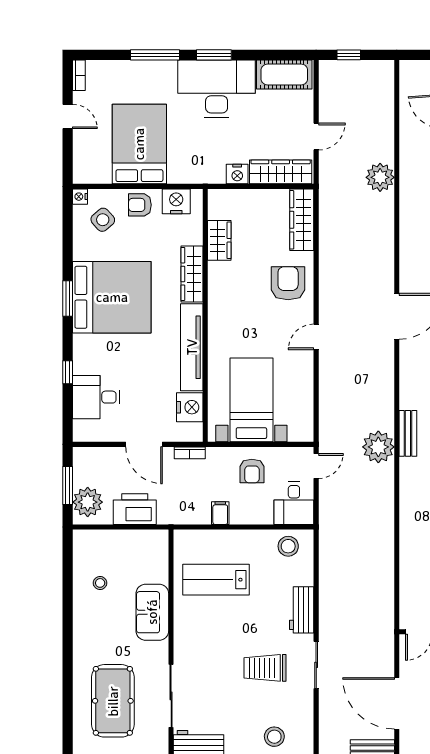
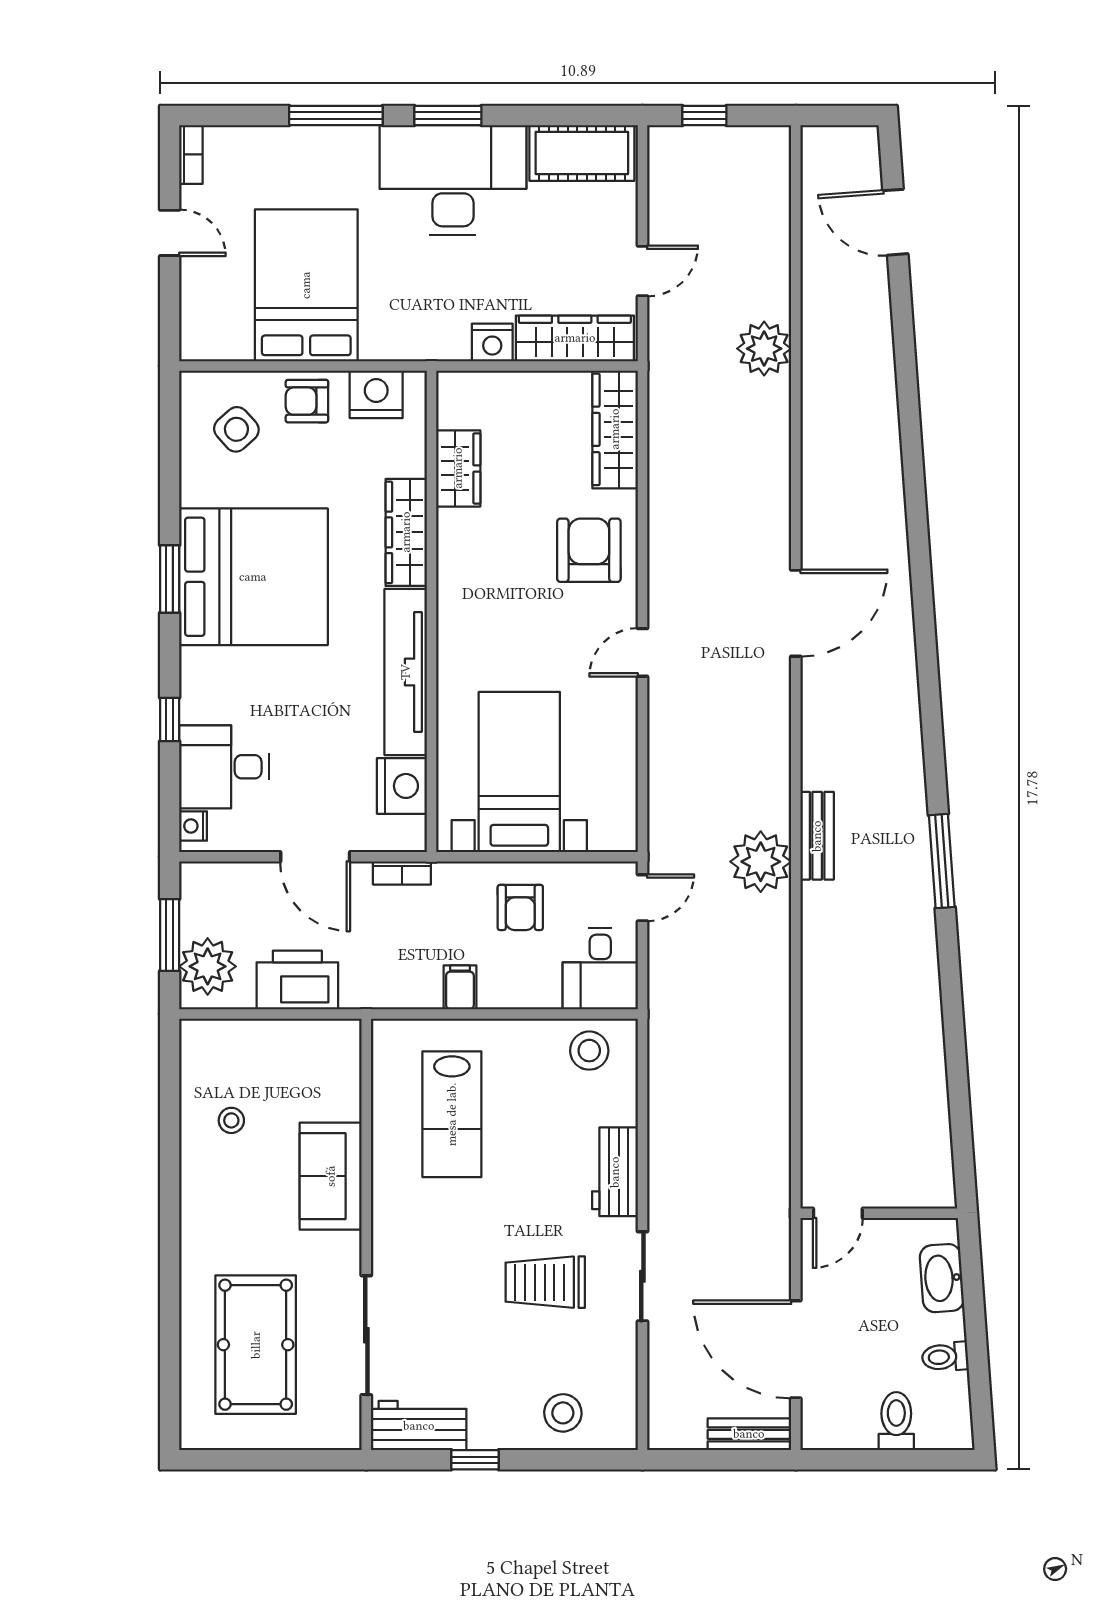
nightstand: (80, 197) -> (193, 826), moved
lab bench: (216, 580) -> (452, 1114), turned -90

